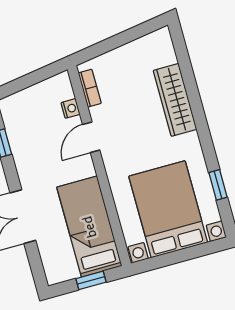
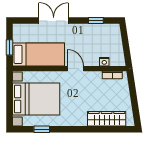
wardrobe: (175, 100) -> (107, 119), moved
door: (91, 137) -> (75, 69), moved

